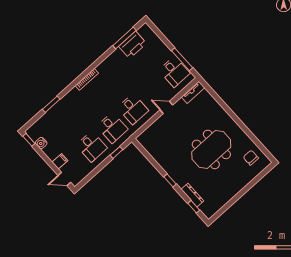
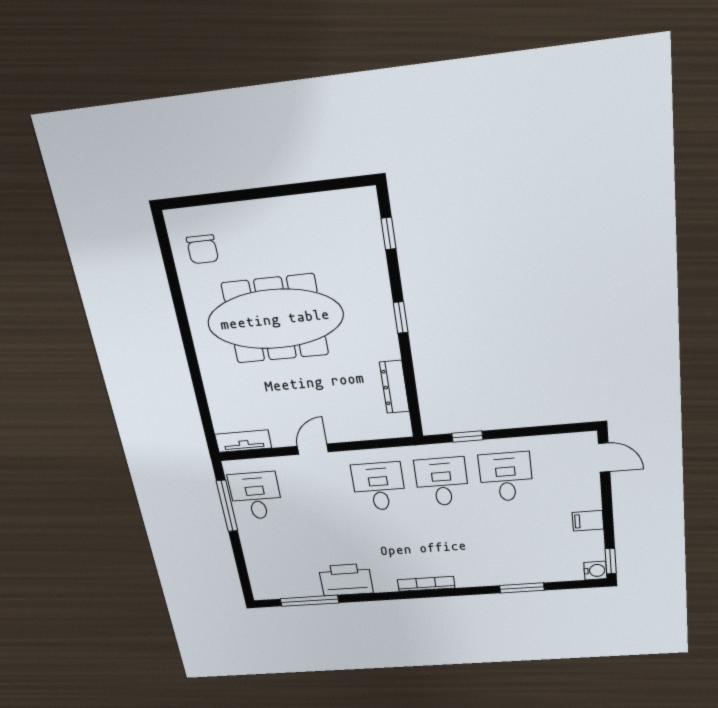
printer: (133, 45) -> (346, 580), moved
door: (166, 107) -> (313, 449), swing flipped
water cooler: (41, 143) -> (595, 571), moved
meeting table: (211, 149) -> (275, 319), width x1.36
filing cabinet: (60, 161) -> (588, 521), moved
dresser: (192, 195) -> (394, 387), moved

